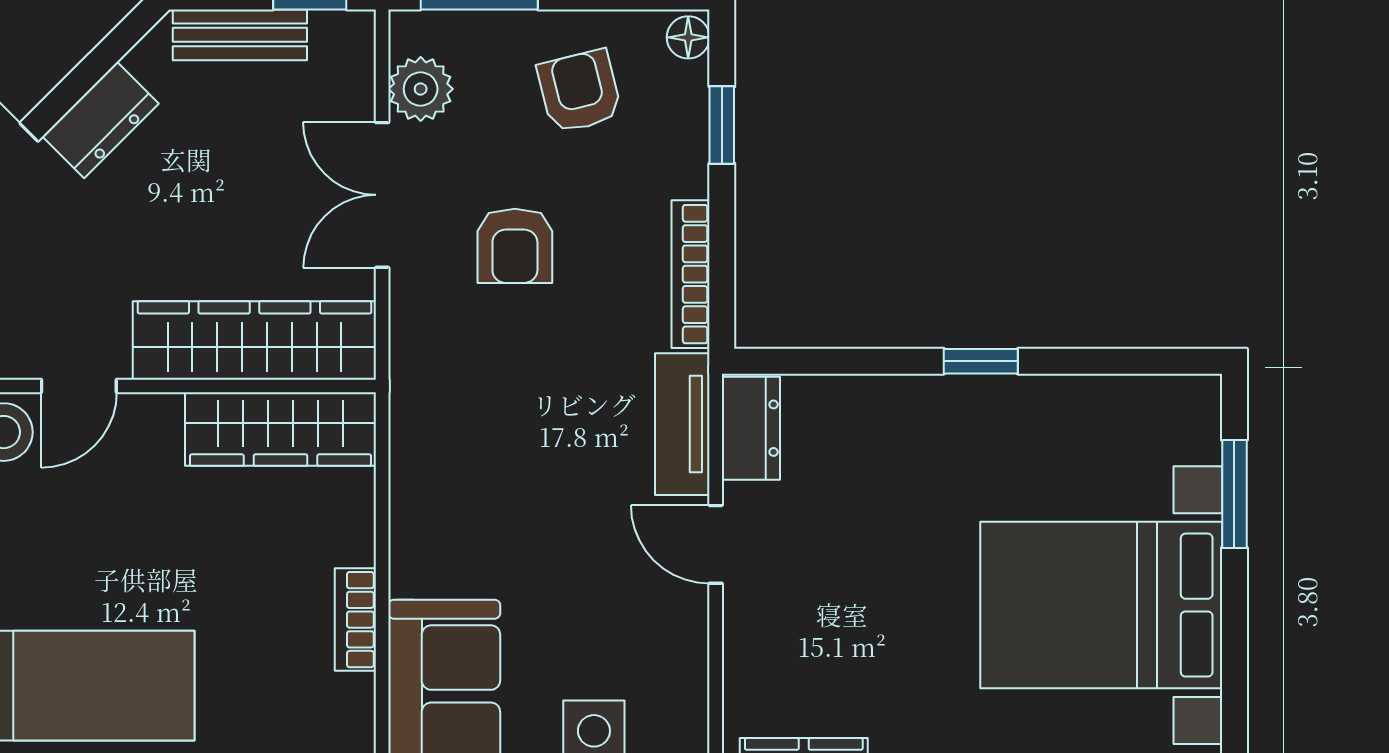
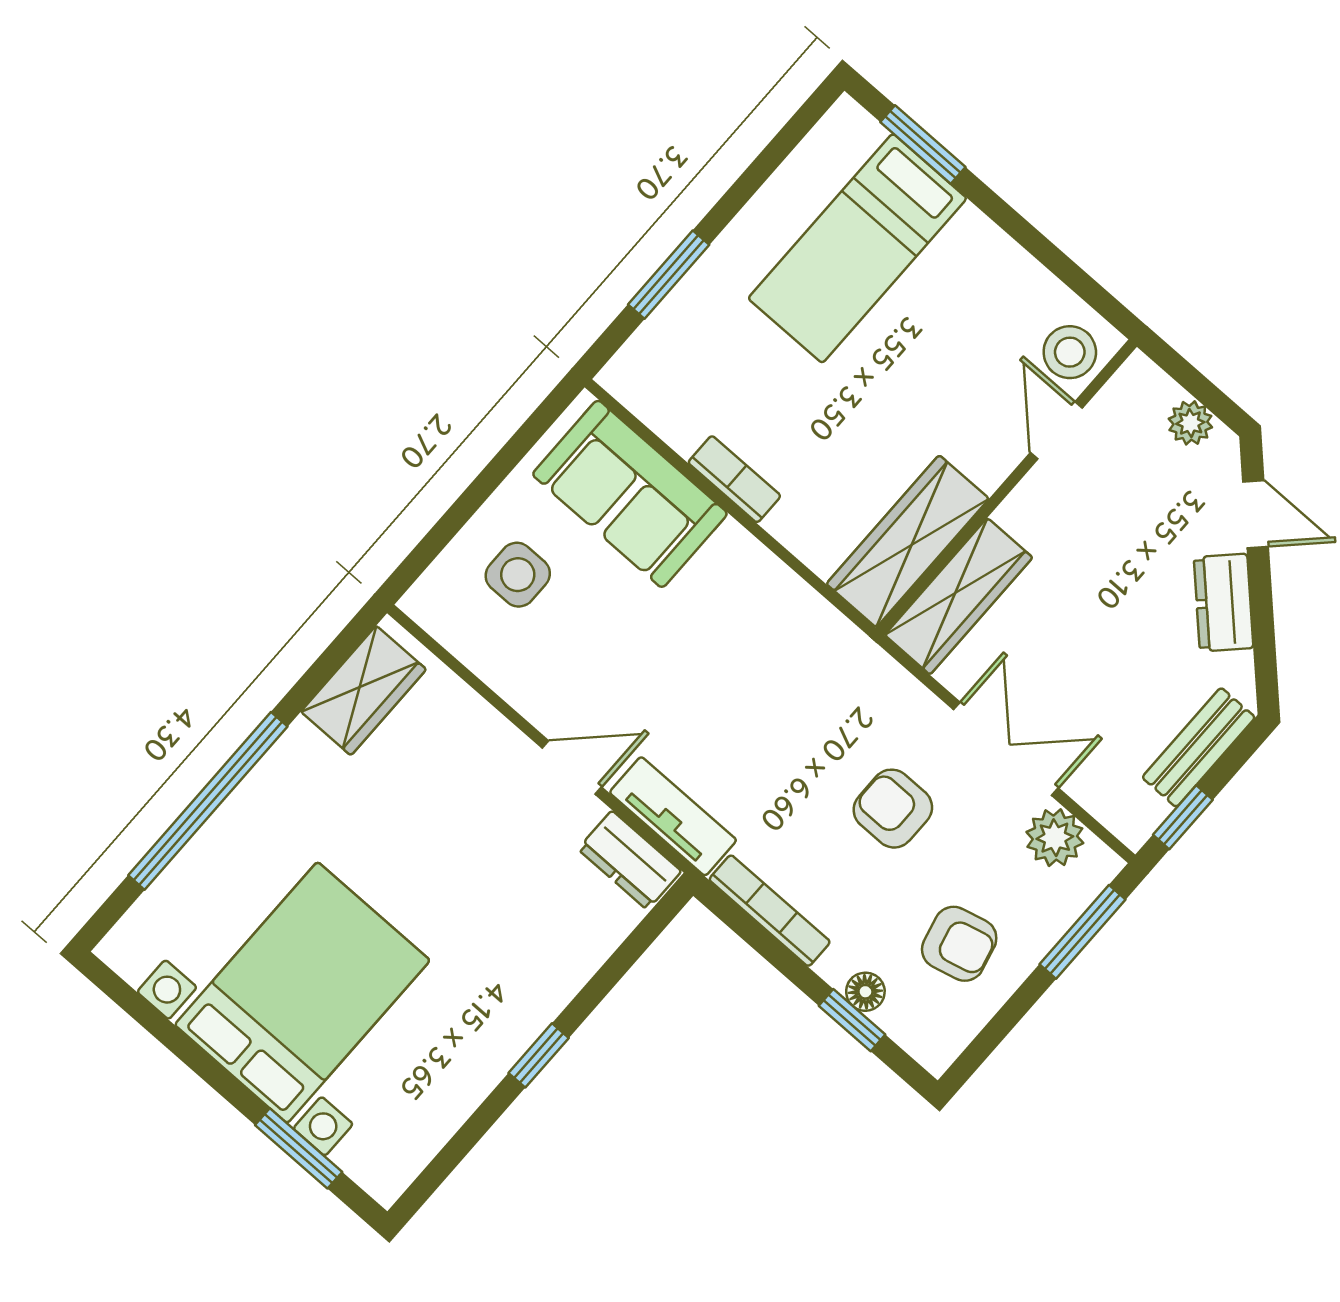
floor lamp: (688, 37) -> (865, 992), moved
wardrobe: (254, 340) -> (959, 596), width x0.71, depth x0.85

